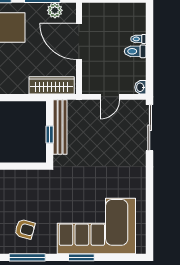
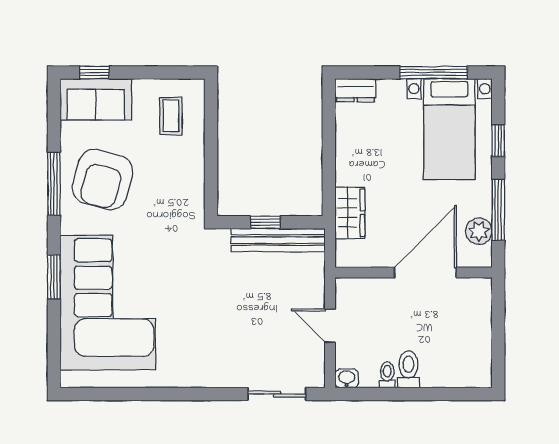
toilet: (138, 39) -> (387, 375), moved
wardrobe: (52, 85) -> (350, 213), width x0.67
sliding door: (150, 128) -> (277, 394), width x0.73
armchair: (25, 229) -> (103, 180), width x1.88, depth x1.88

